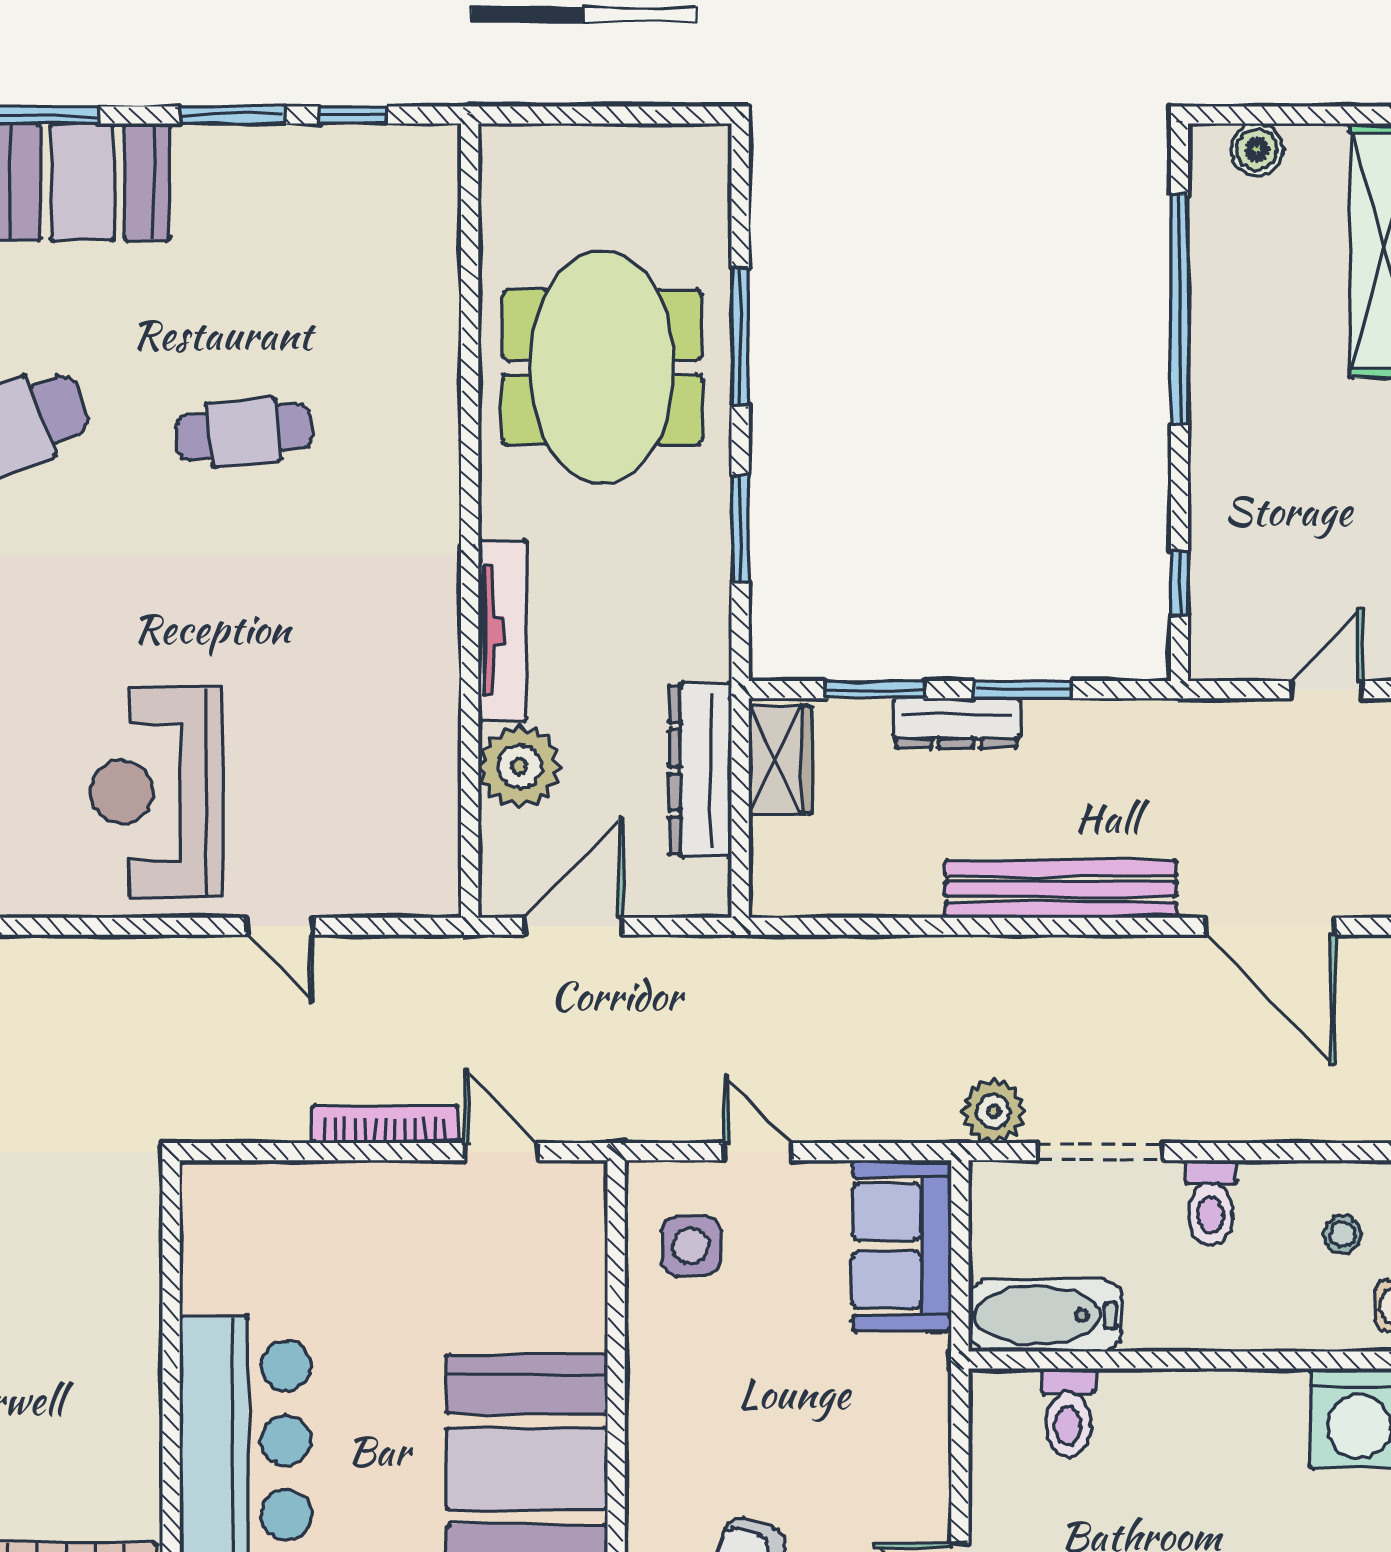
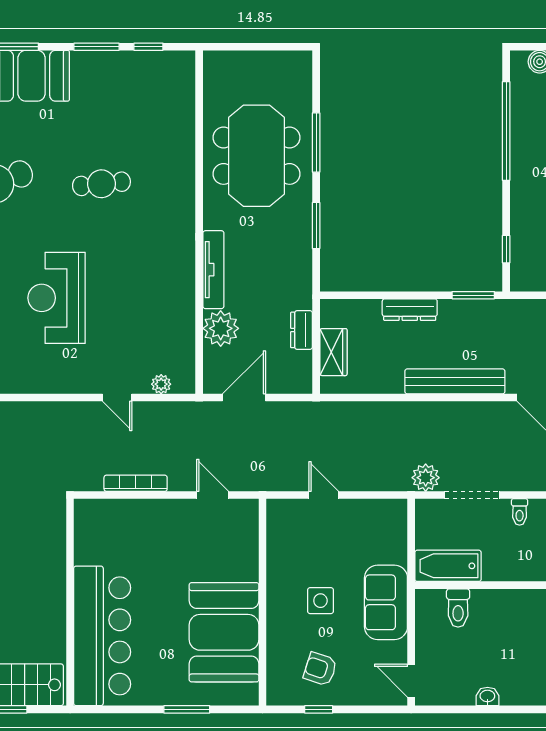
window: (875, 690) -> (374, 295), removed
window: (1023, 690) -> (473, 295), moved
wardrobe: (780, 760) -> (333, 352), moved
dresser: (700, 770) -> (302, 330), width x0.51, depth x0.80
reception desk: (156, 792) -> (57, 298), moved
plant: (382, 895) -> (161, 384), added
bookcase: (385, 1124) -> (136, 483), moved
toilet: (1211, 1203) -> (520, 512), width x0.73, depth x0.72
side table: (691, 1246) -> (320, 601), moved
sofa: (902, 1246) -> (386, 602), moved

